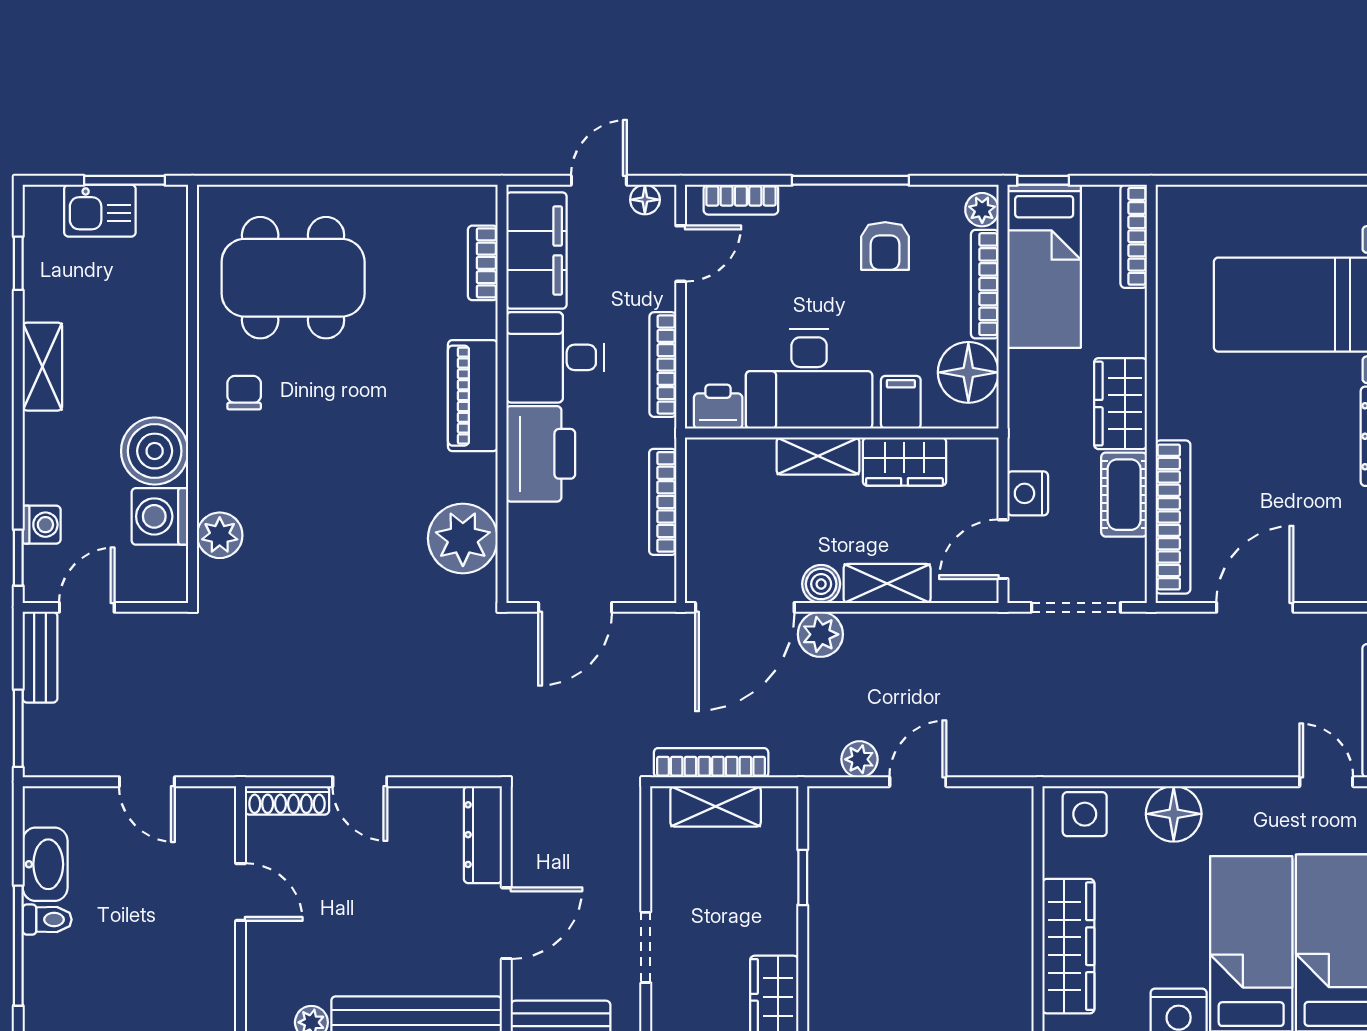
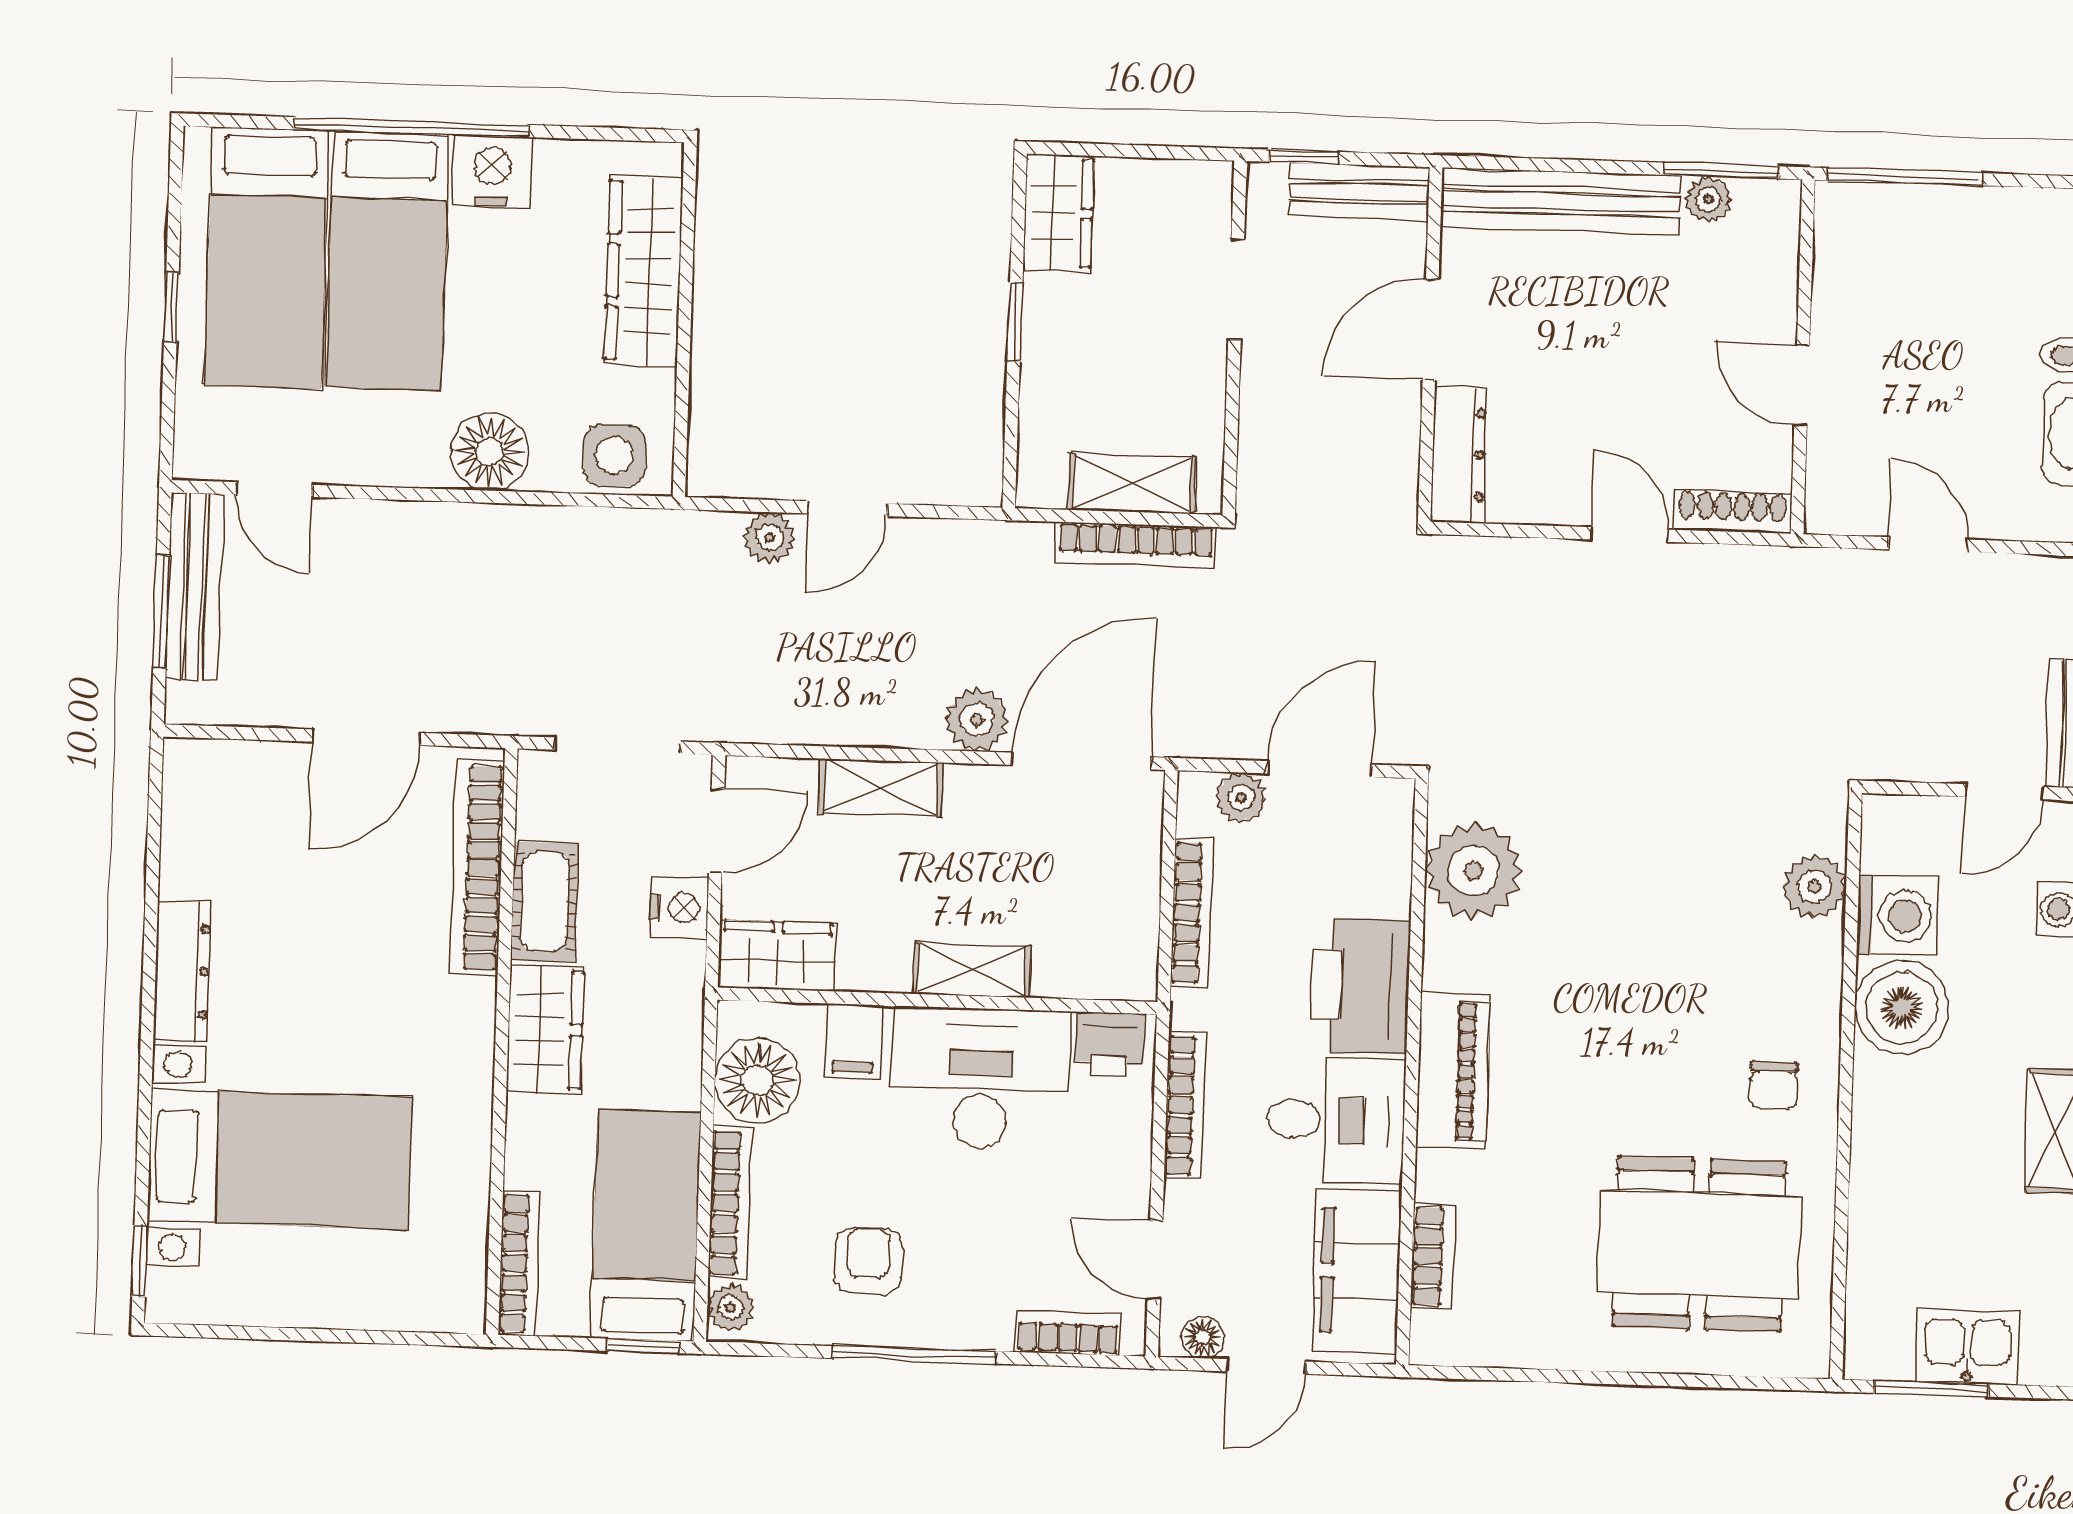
door: (681, 254) -> (1155, 1260), hinge flipped
wardrobe: (904, 462) -> (777, 956), moved
boiler: (821, 584) -> (973, 790), removed
plant: (630, 585) -> (1241, 797), added
plant: (859, 759) -> (770, 537), moved
window: (803, 877) -> (1015, 322), moved

